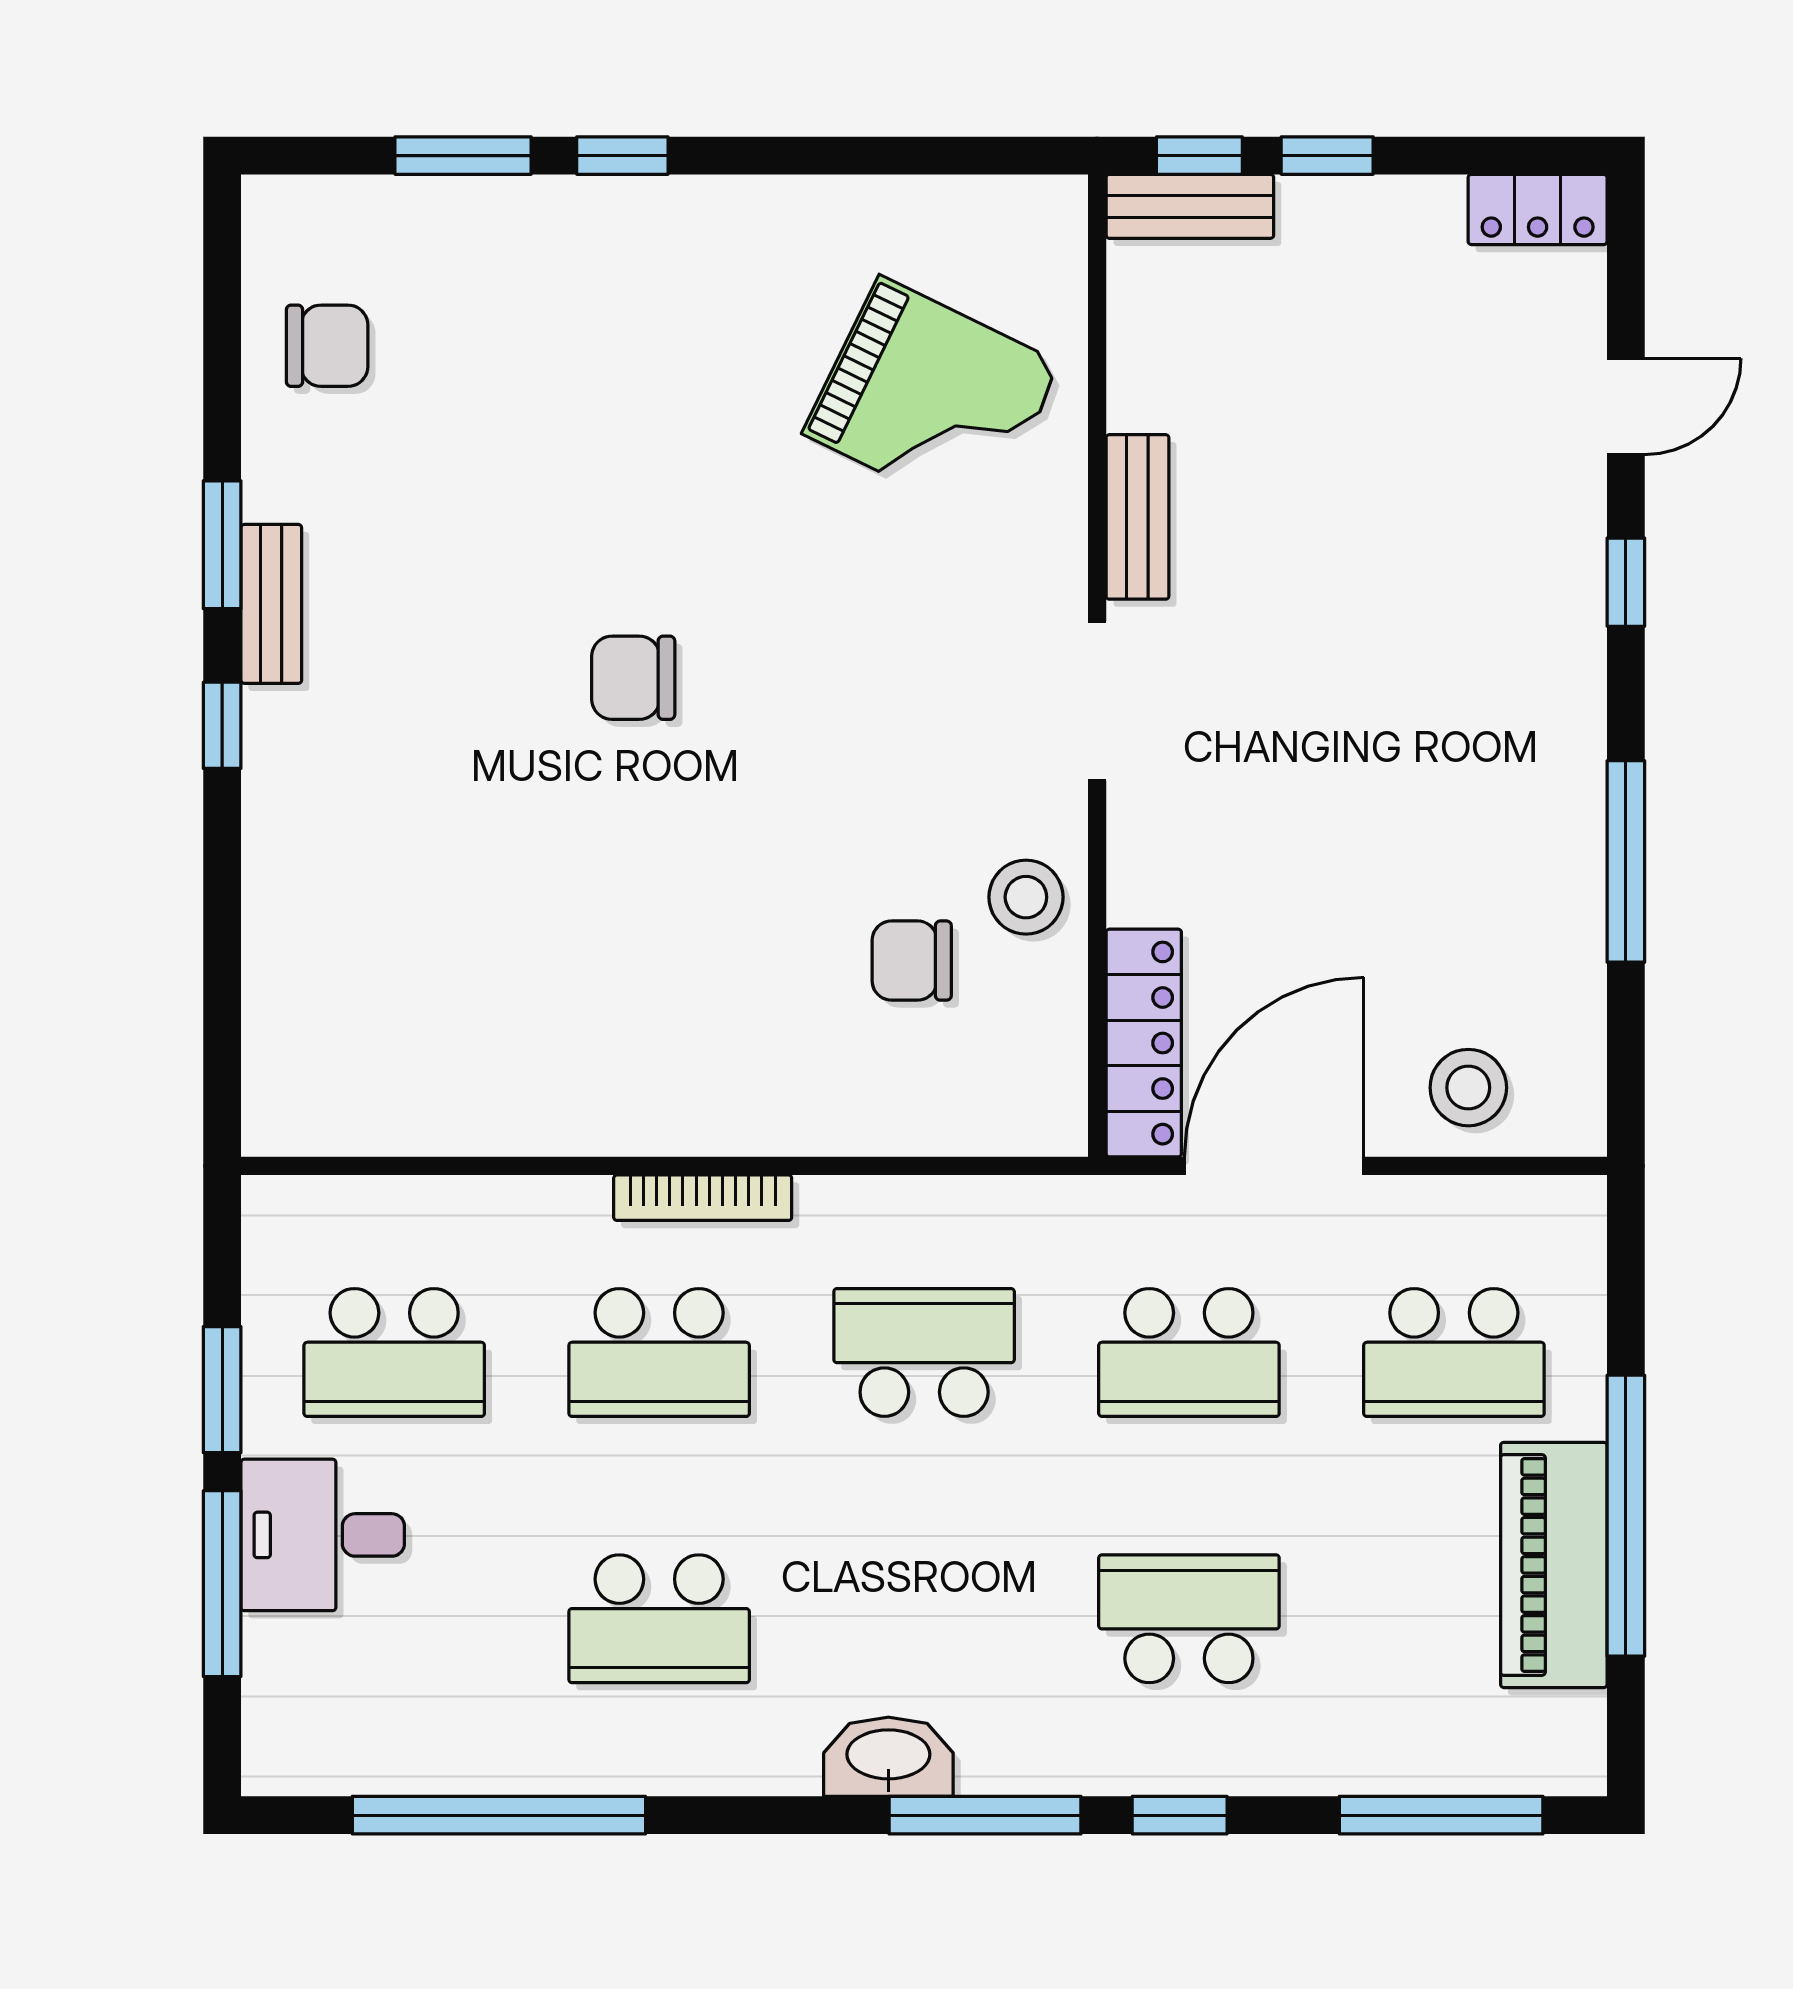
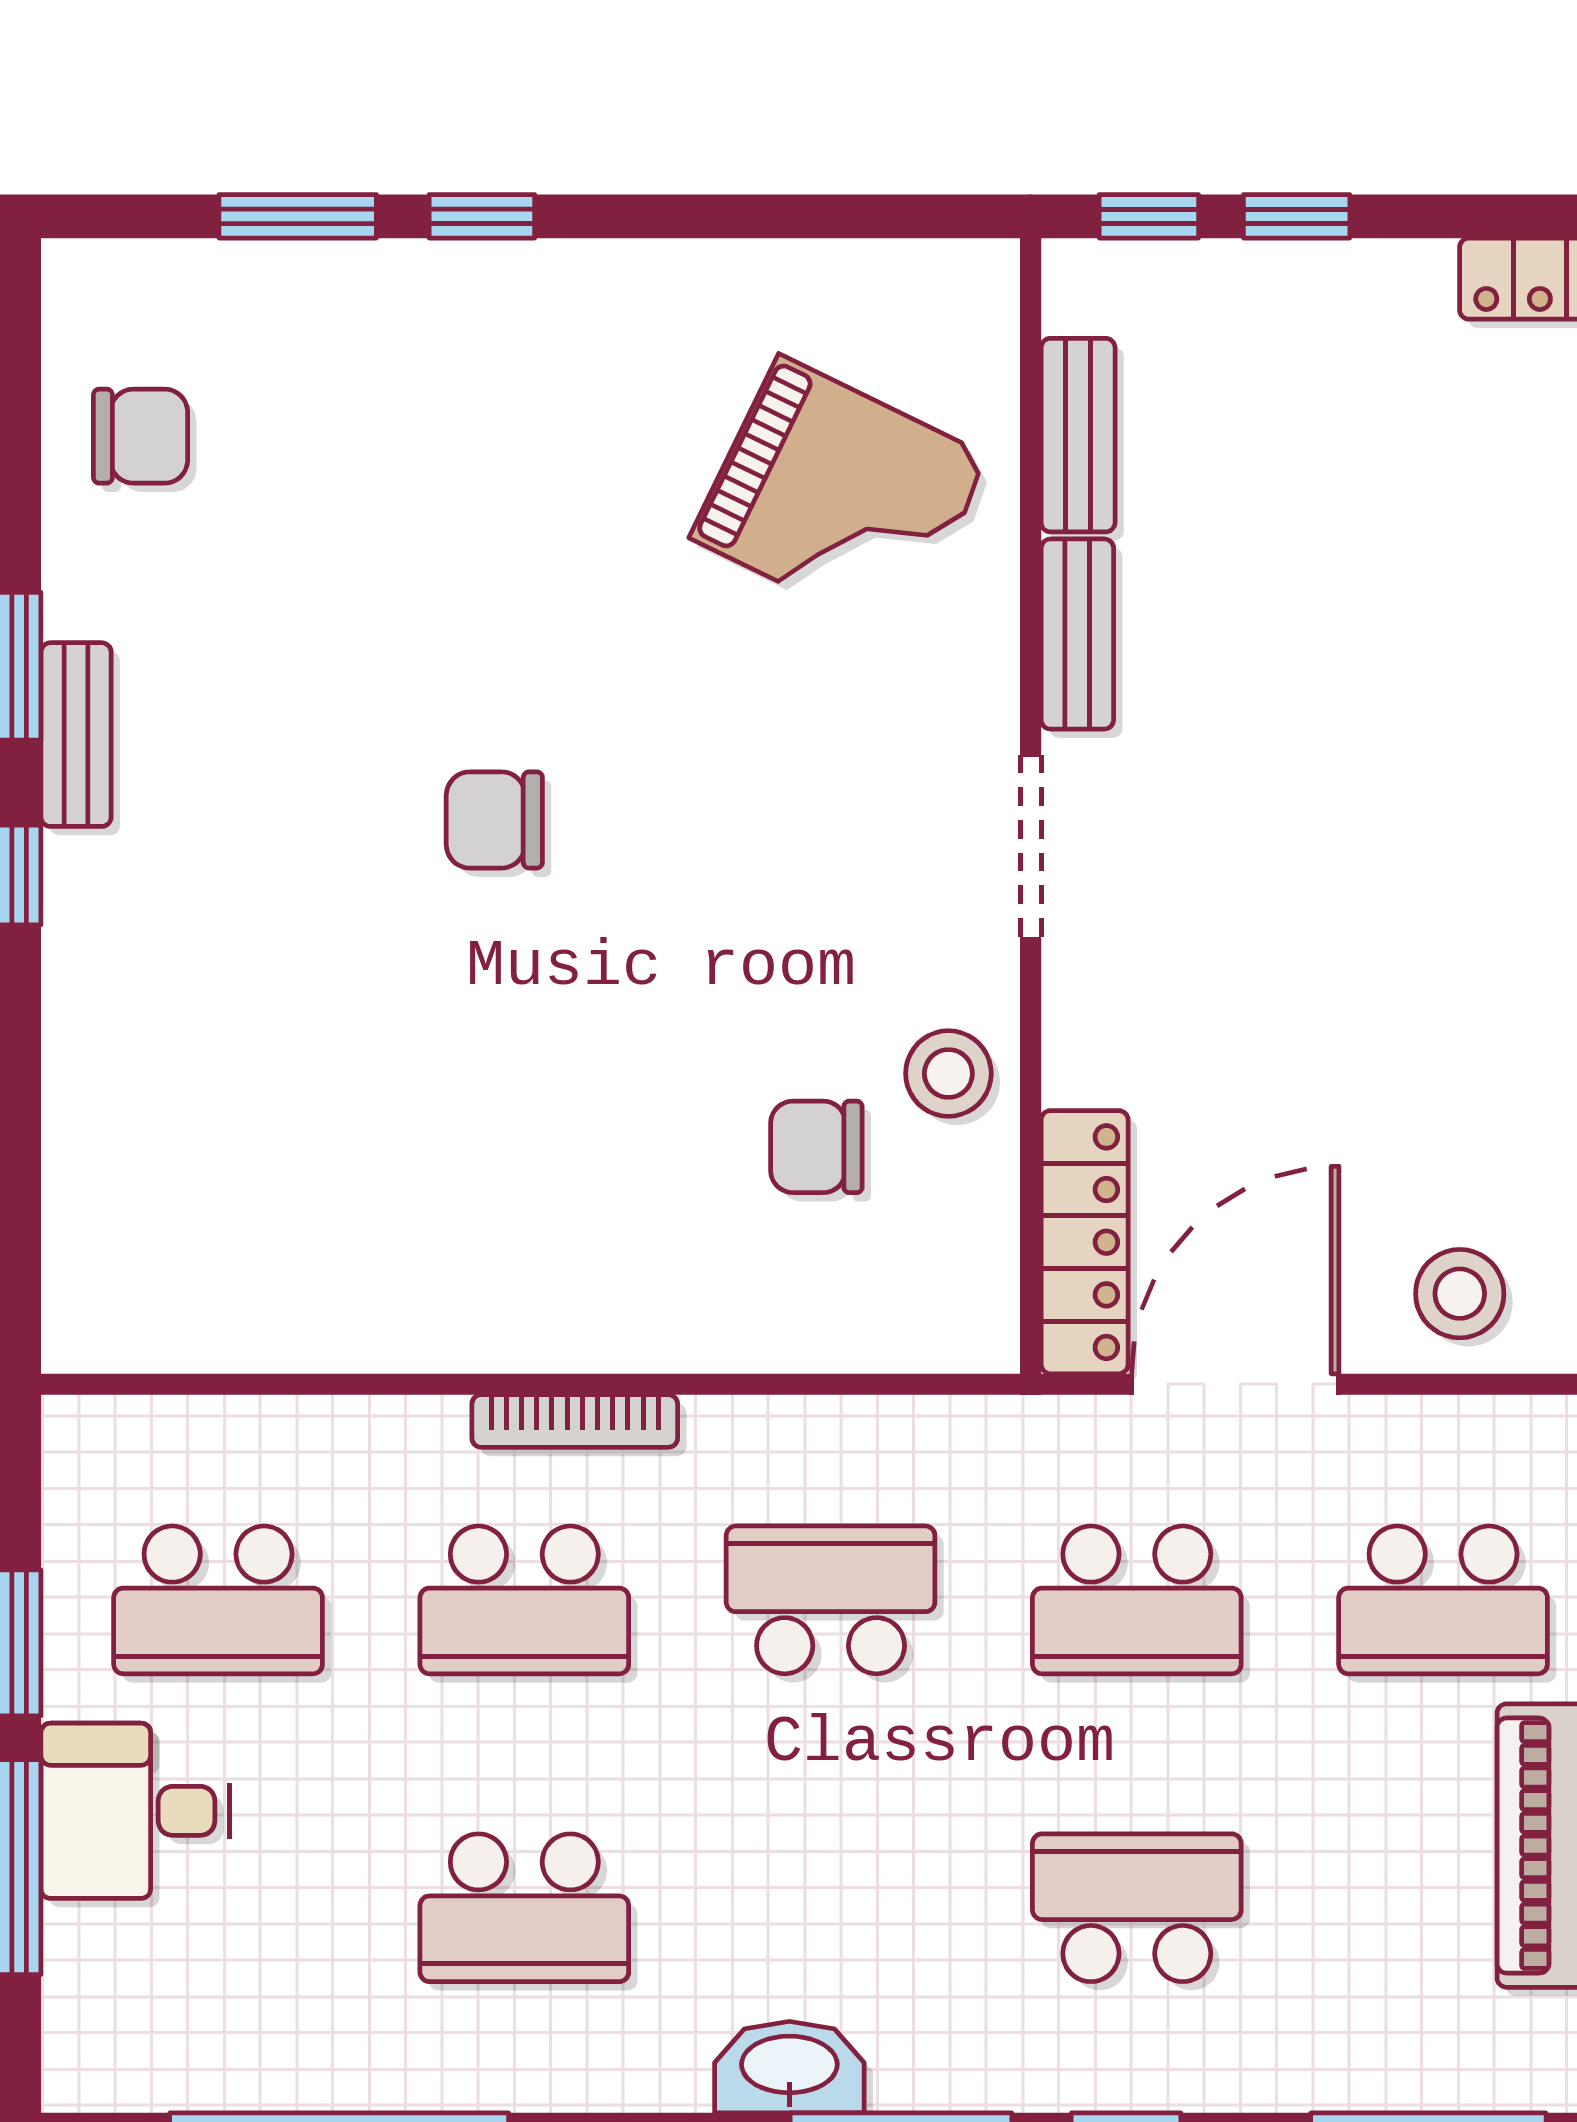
bench: (1190, 206) -> (1078, 435), moved, turned 90

